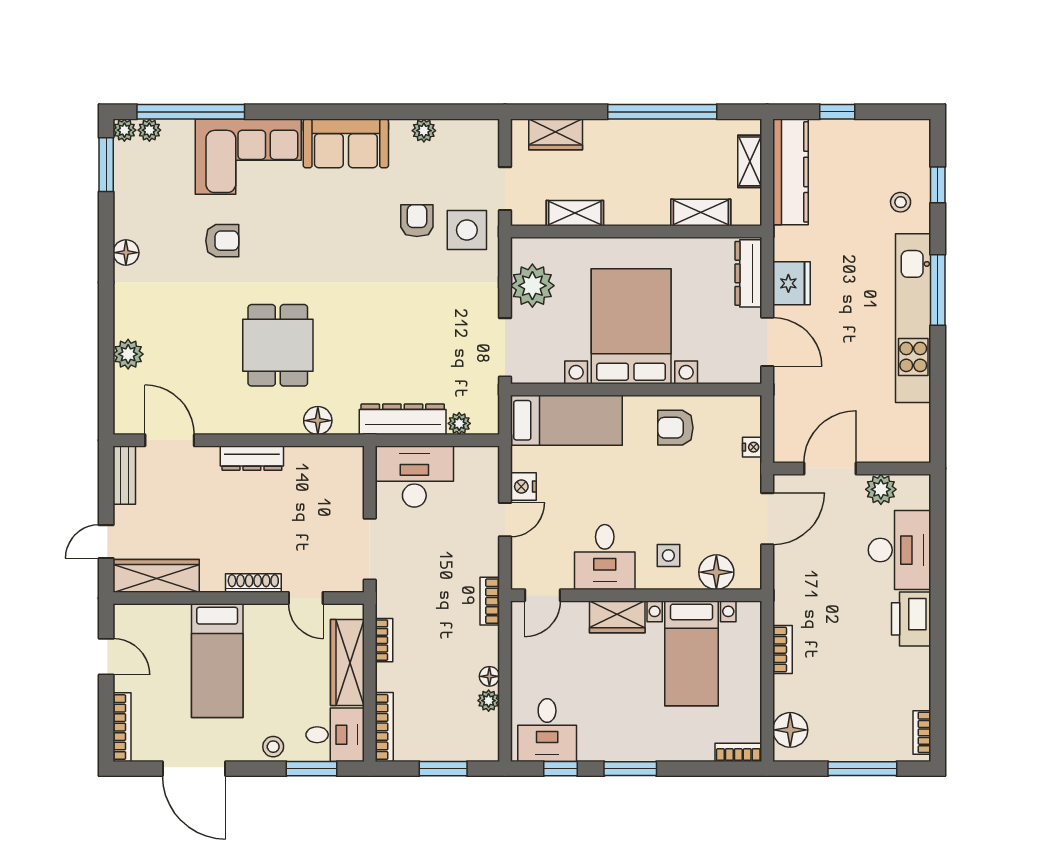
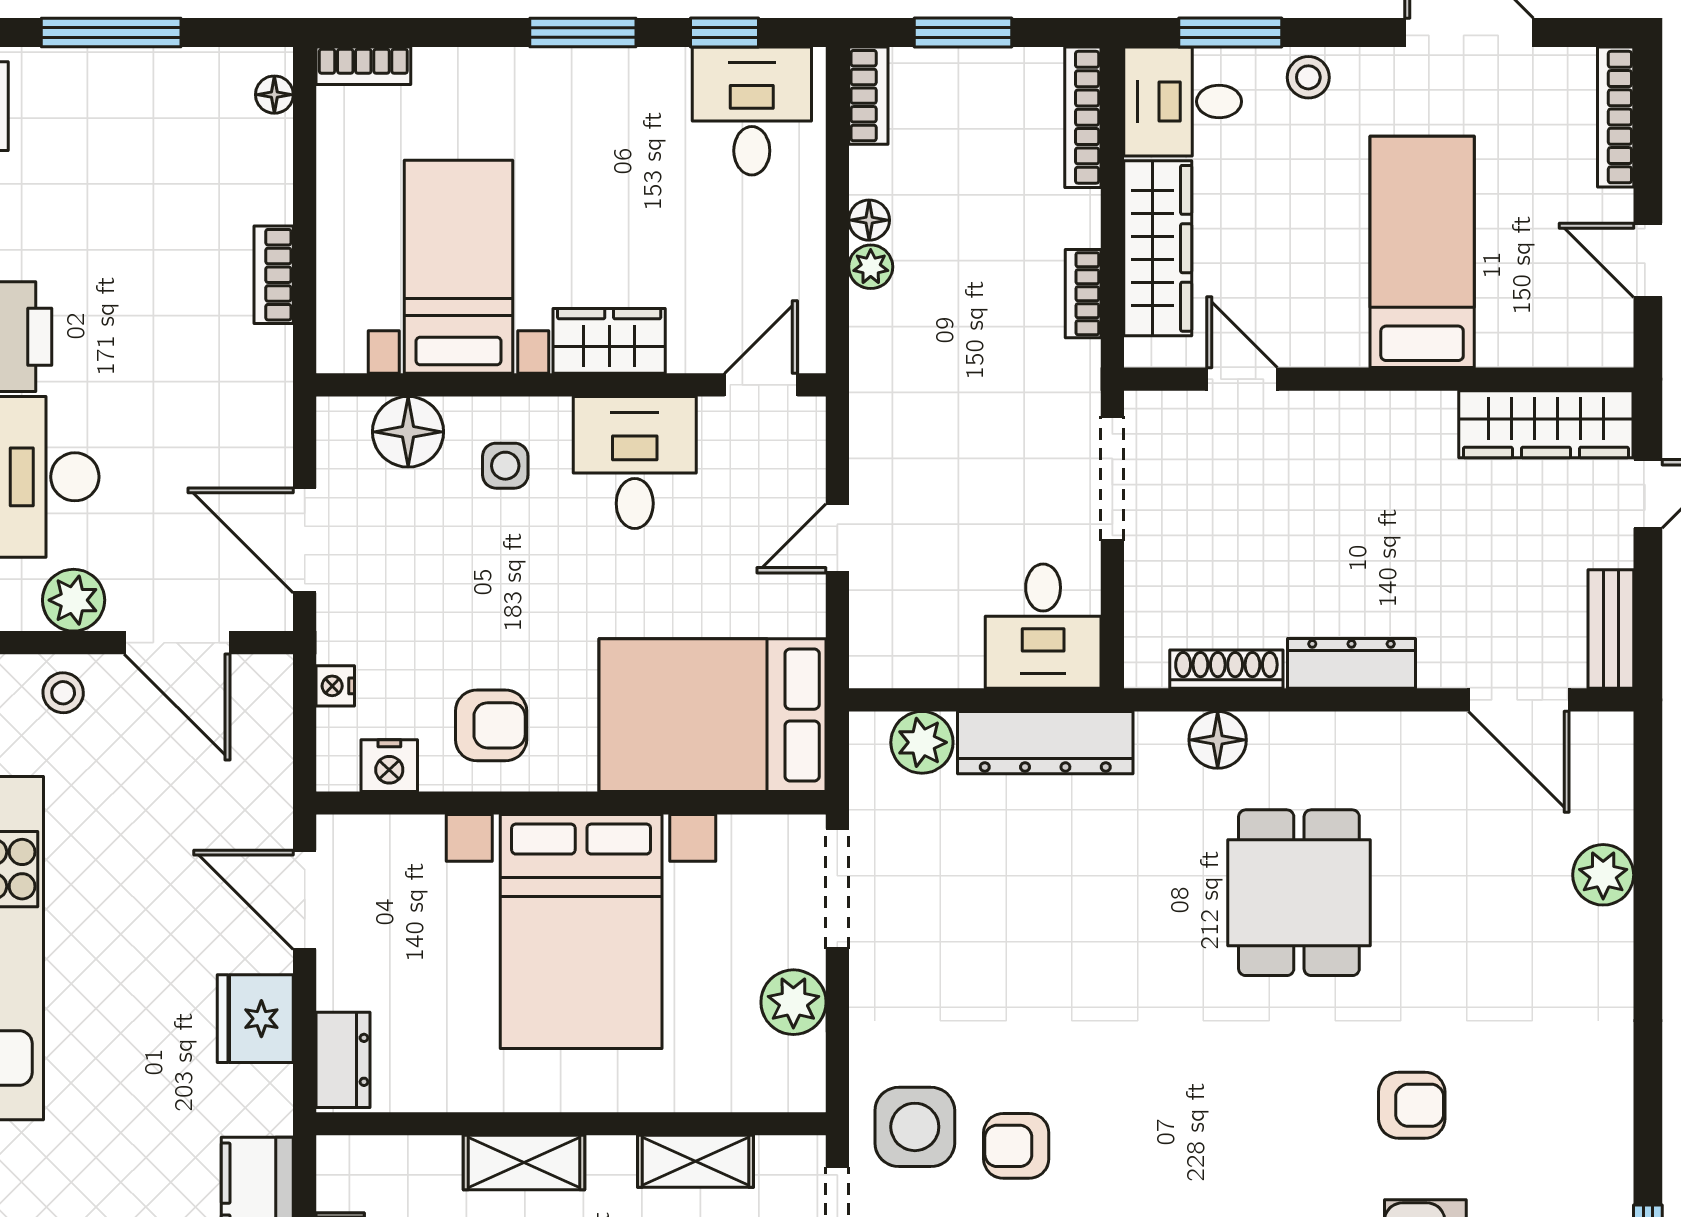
stool: (901, 202) -> (63, 693), moved
shelving: (701, 213) -> (524, 1162), moved
armchair: (417, 221) -> (1016, 1146), turned 90
armchair: (222, 241) -> (1412, 1105), turned 180
floor lamp: (126, 253) -> (1607, 1081), removed
dresser: (748, 273) -> (343, 1060), width x0.70
plant: (532, 286) -> (793, 1002), width x0.73, depth x0.73
bed: (566, 420) -> (713, 715), width x1.50
plant: (459, 423) -> (922, 742), width x1.38, depth x1.38
door: (830, 468) -> (177, 643), hinge flipped
desk: (414, 477) -> (1043, 626), width x0.73
nightstand: (523, 487) -> (389, 766), moved, turned 90
door: (767, 519) -> (305, 540), hinge flipped
shoe rack: (253, 583) -> (1226, 669), moved, turned 180
bookcase: (490, 601) -> (868, 96), moved
plant: (489, 701) -> (871, 267), moved
floor lamp: (790, 730) -> (274, 95), width x0.53, depth x0.53

